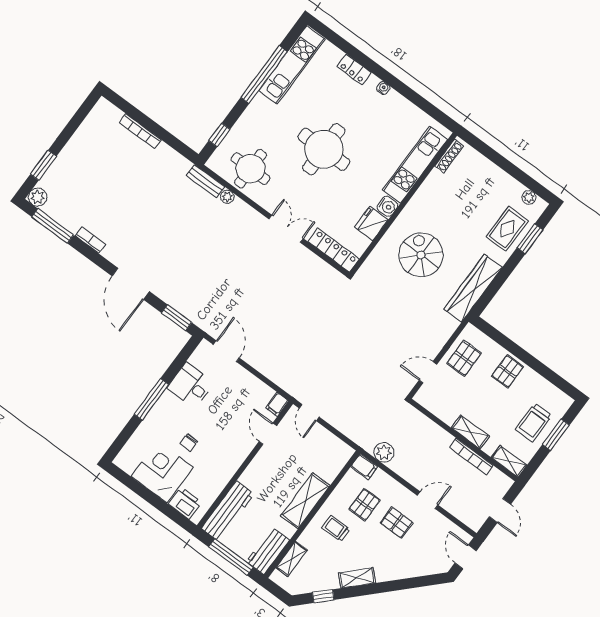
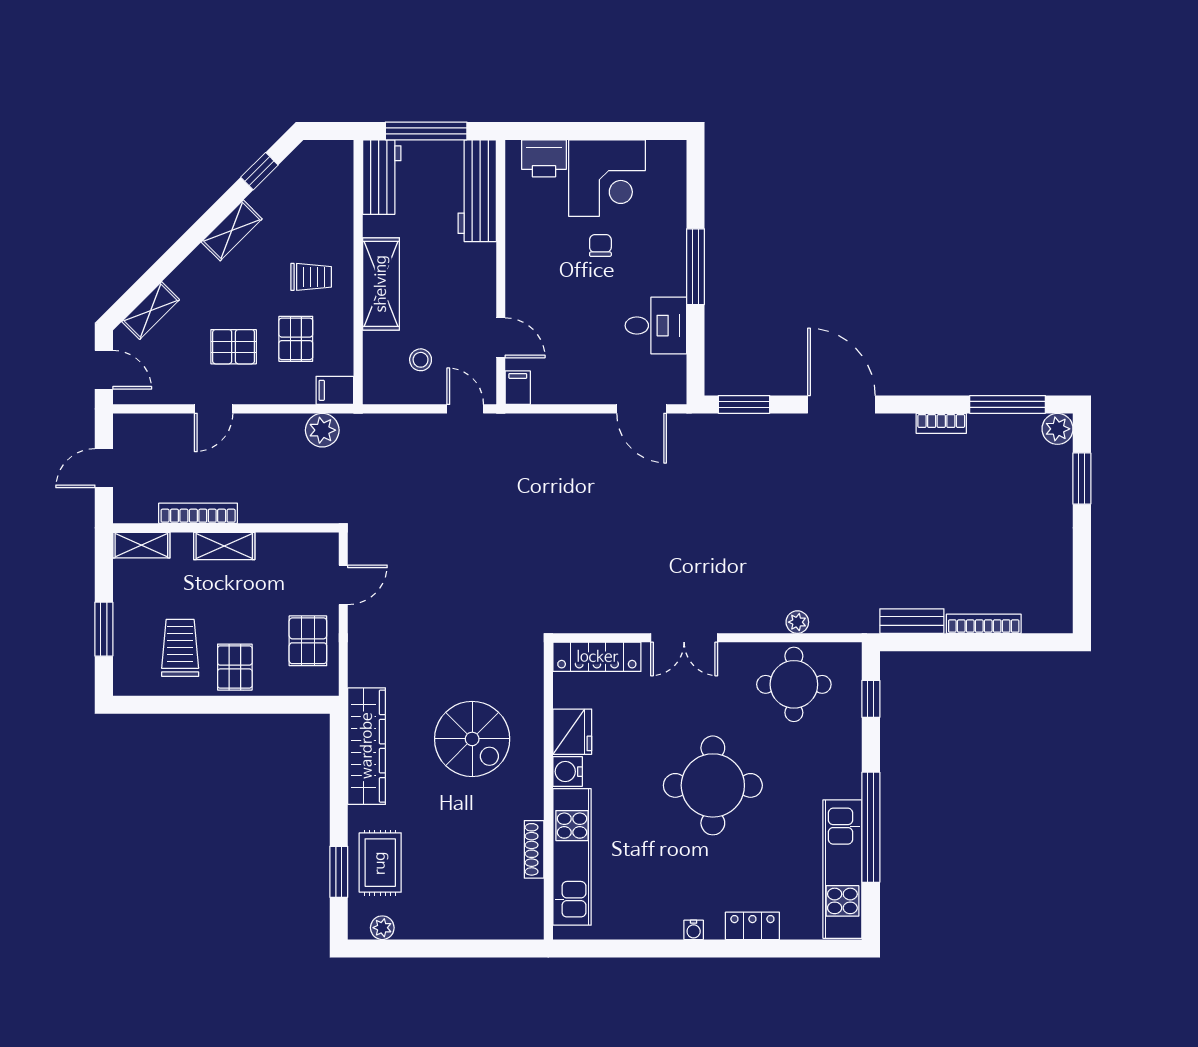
shoe rack: (449, 156) -> (534, 849), moved
bench: (205, 181) -> (912, 621), moved
trolley: (534, 423) -> (180, 648), moved
stool: (313, 451) -> (421, 360), added
door: (500, 511) -> (104, 468), hinge flipped
shelving: (292, 559) -> (151, 311), moved, turned 45

